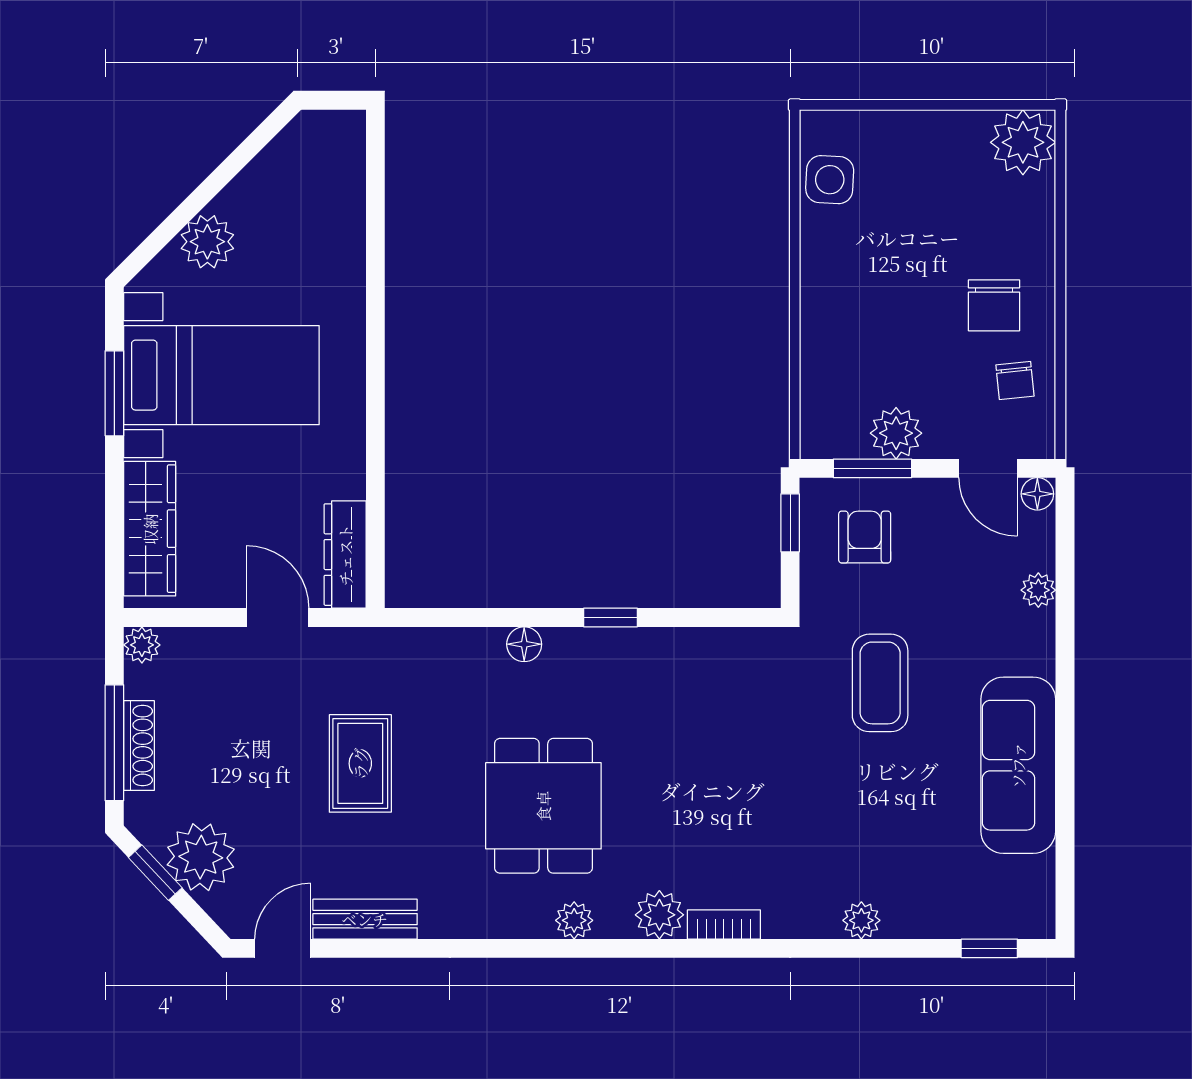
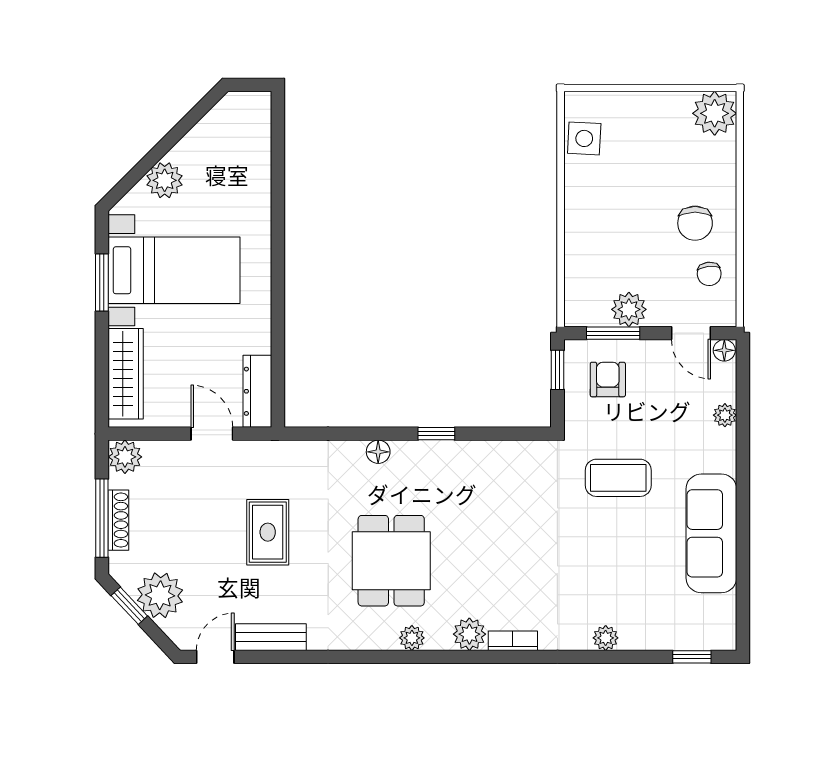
plant: (142, 645) -> (125, 457), width x1.38, depth x1.38
coffee table: (880, 683) -> (618, 478), turned 90

